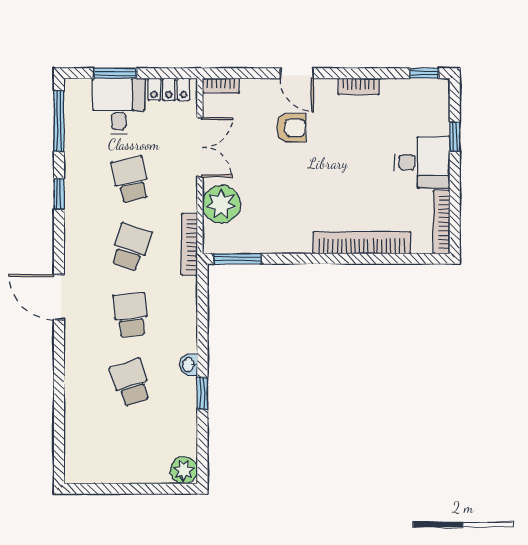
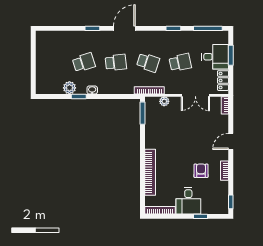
armchair: (291, 128) -> (201, 171), moved, turned 180
plant: (221, 204) -> (164, 101), width x0.53, depth x0.53
window: (59, 364) -> (92, 28), added
plant: (184, 470) -> (69, 88), moved

